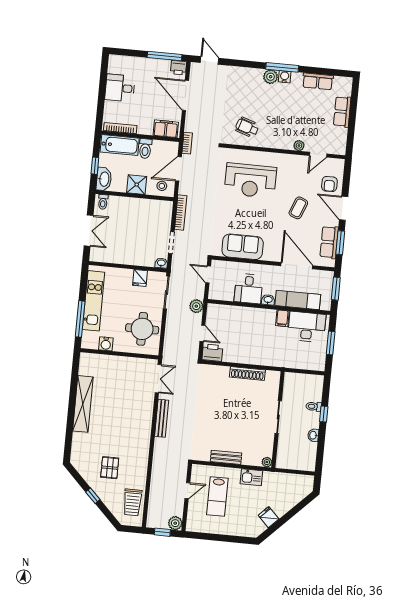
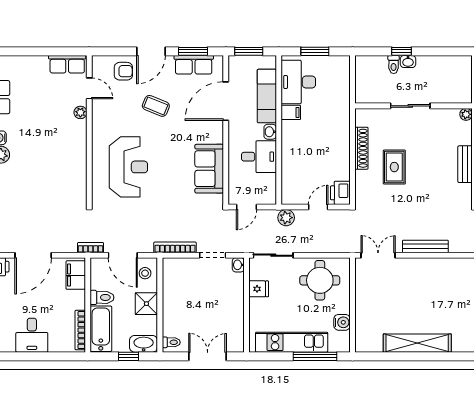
row of seats: (342, 112) -> (67, 64), moved
wheelchair: (247, 127) -> (64, 177), removed
rug: (229, 399) -> (394, 167), added
washbasin: (313, 435) -> (408, 62), moved

